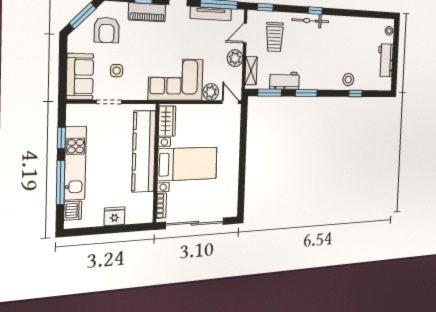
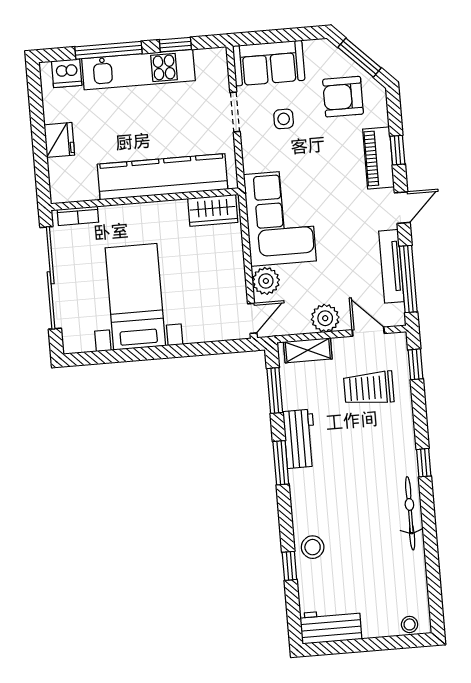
bicycle: (310, 21) -> (410, 513), moved
workbench: (386, 60) -> (331, 626), moved
workbench: (284, 81) -> (300, 439), moved
bed with nightstands: (187, 164) -> (135, 297), moved, turned 180

